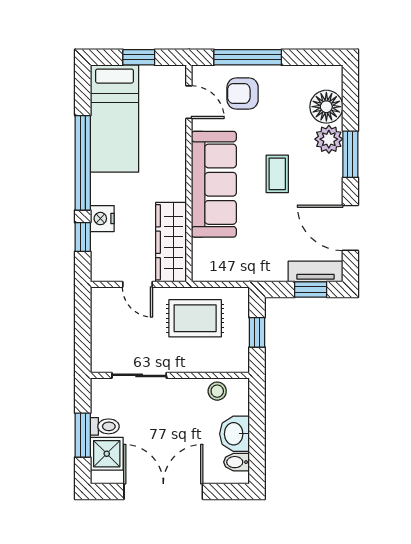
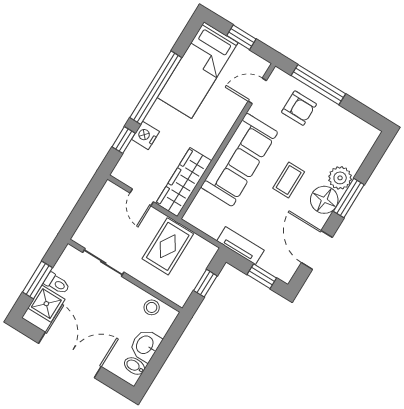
armchair: (243, 93) -> (299, 108), turned 180
door: (189, 102) -> (257, 91), swing flipped
floor lamp: (326, 107) -> (324, 200), moved
tv unit: (315, 272) -> (240, 246), moved
rug: (195, 318) -> (168, 246), turned 90

